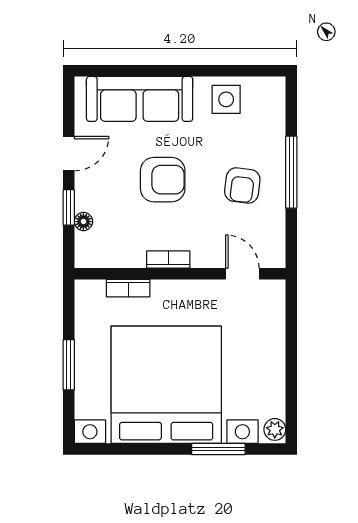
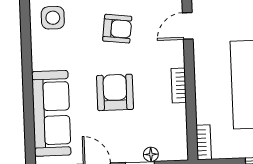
side table: (226, 99) -> (53, 18), moved
bookcase: (128, 288) -> (204, 142), moved

